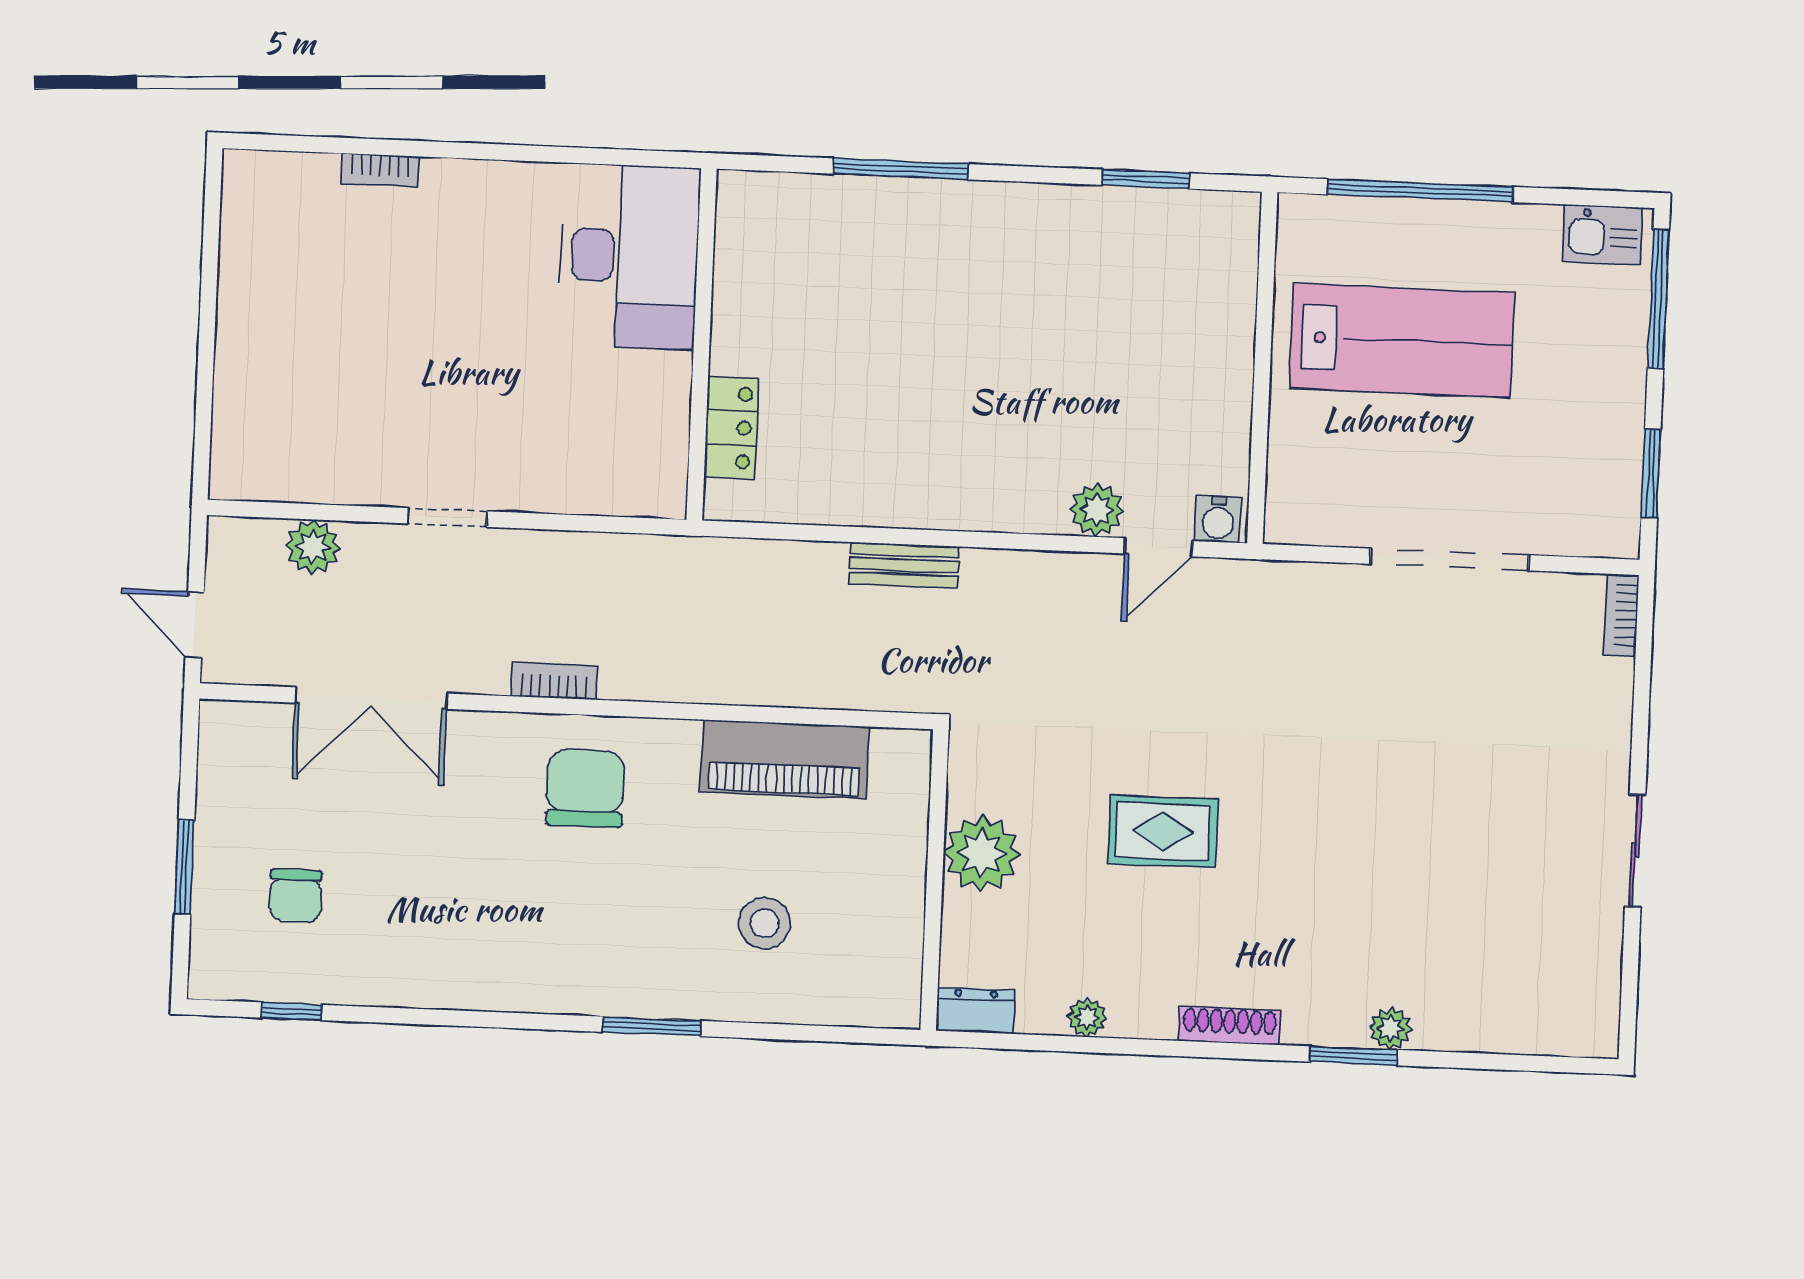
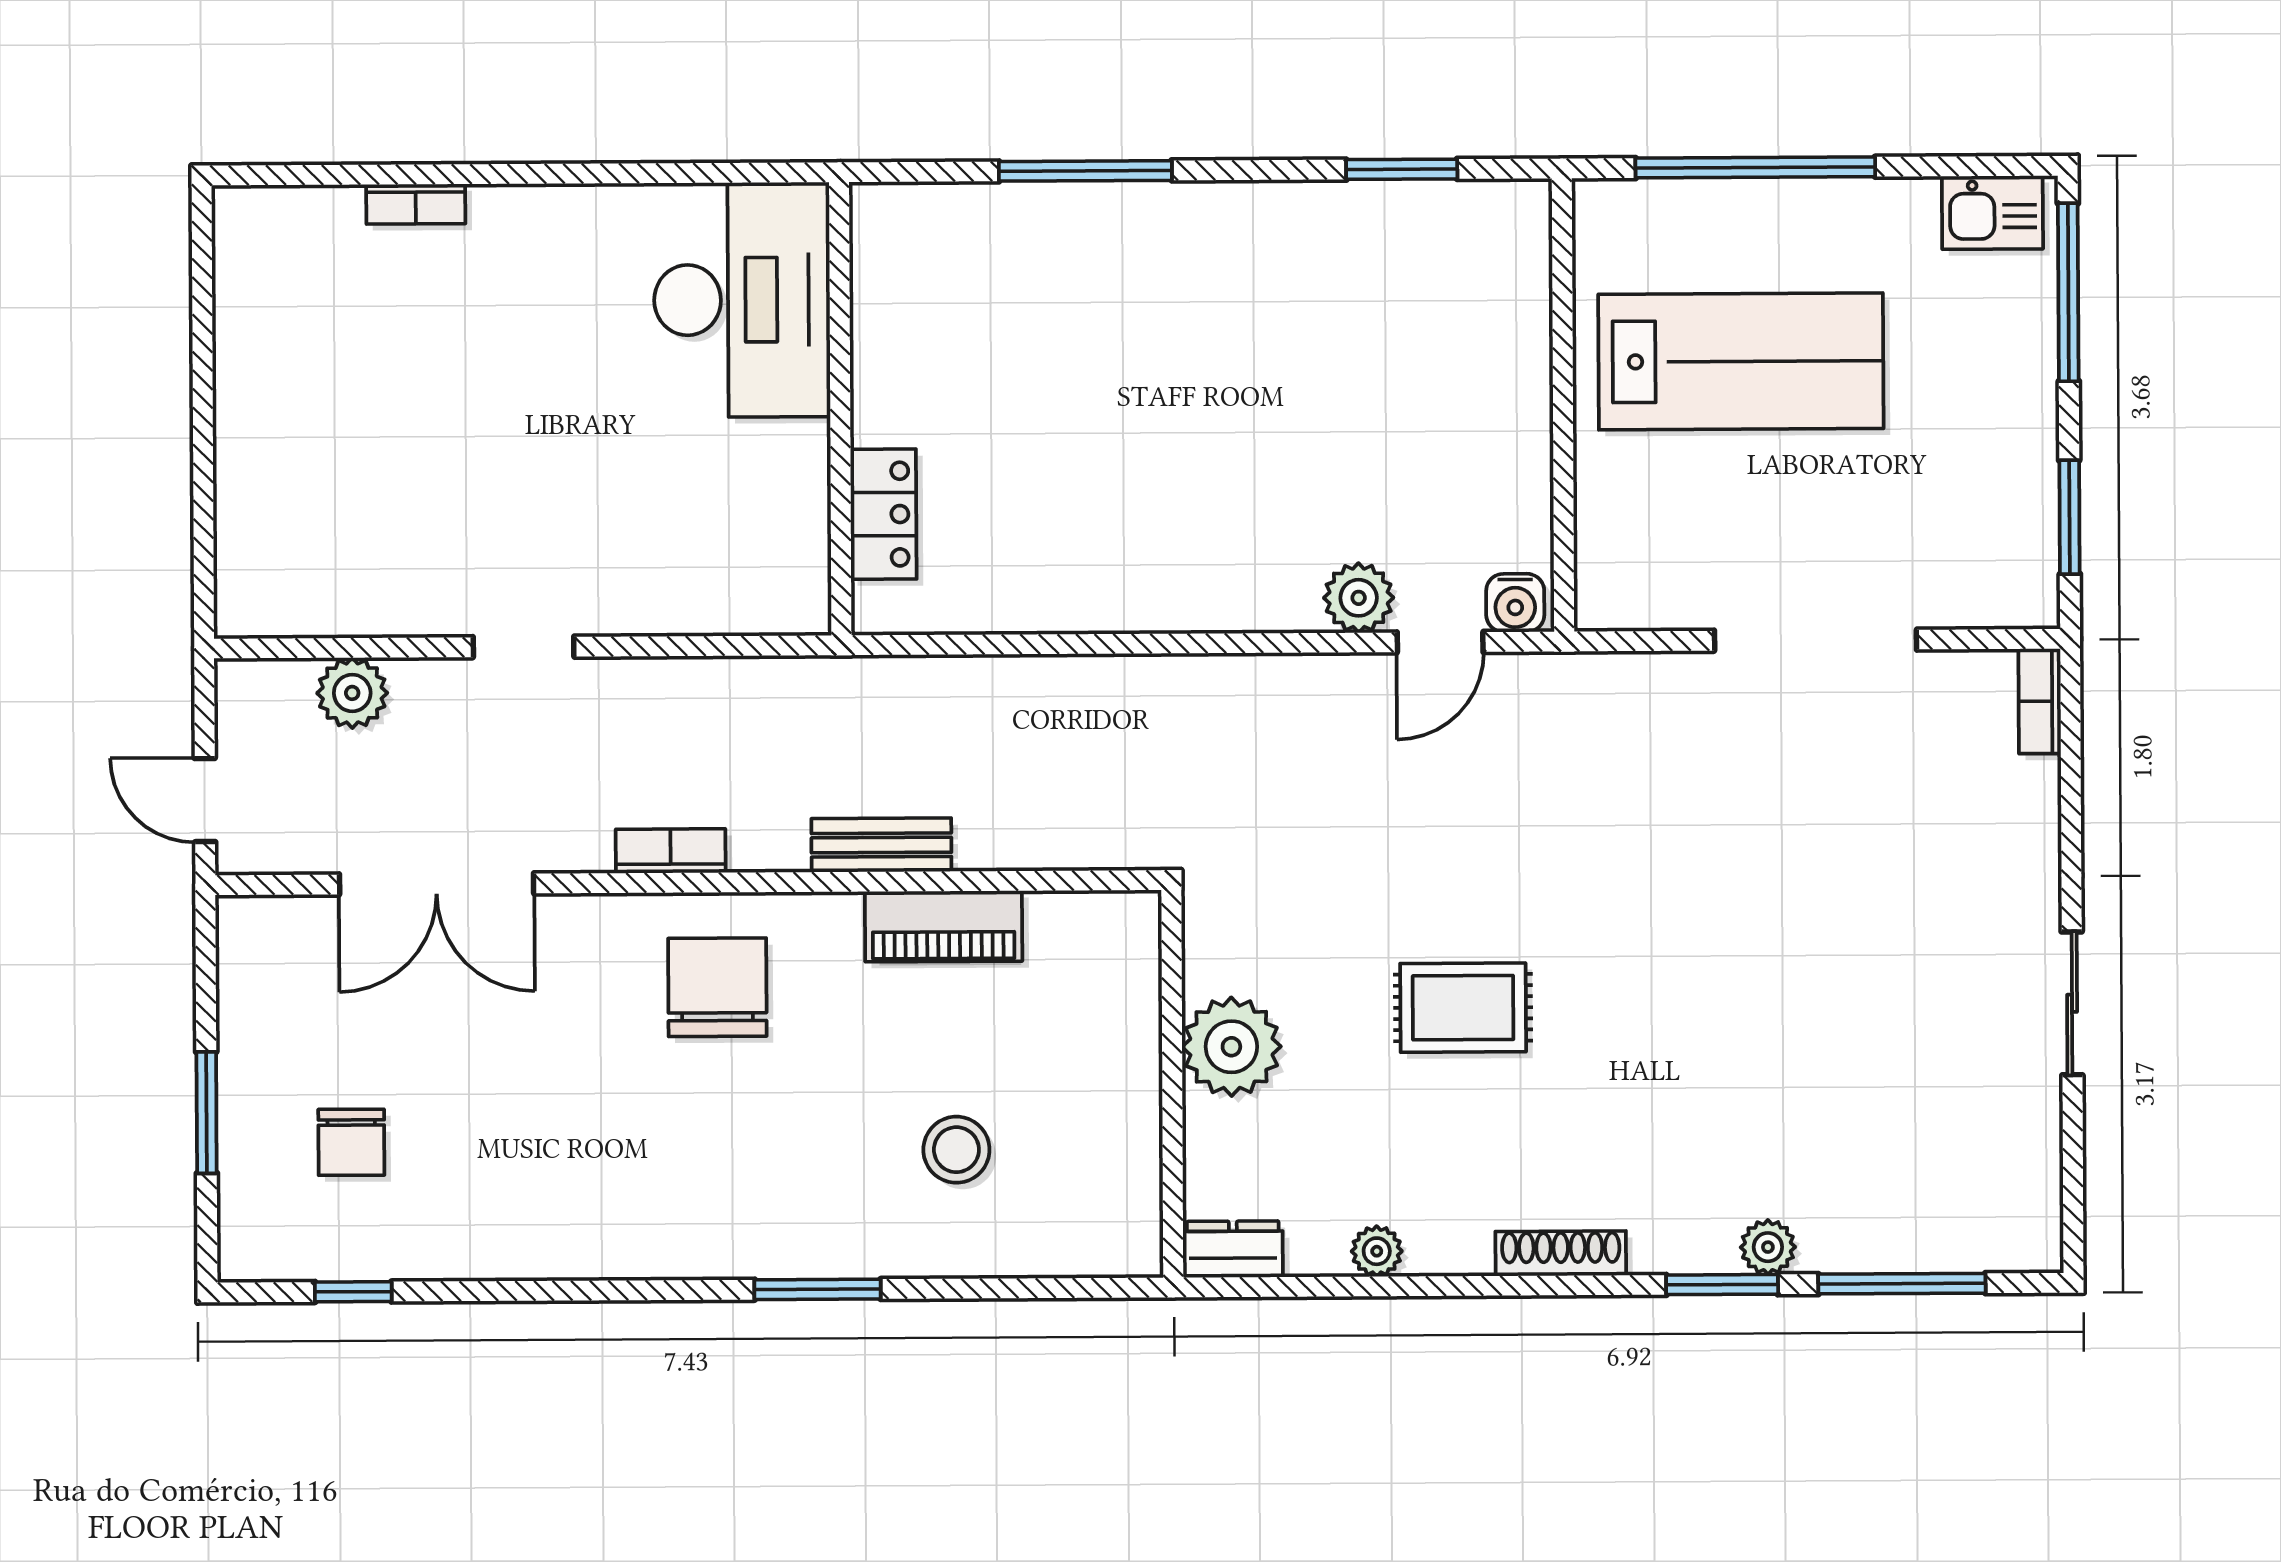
bench: (904, 565) -> (881, 845), moved
piano: (785, 759) -> (944, 926), width x0.73, depth x0.75
window: (1493, 1062) -> (1902, 1284), added

